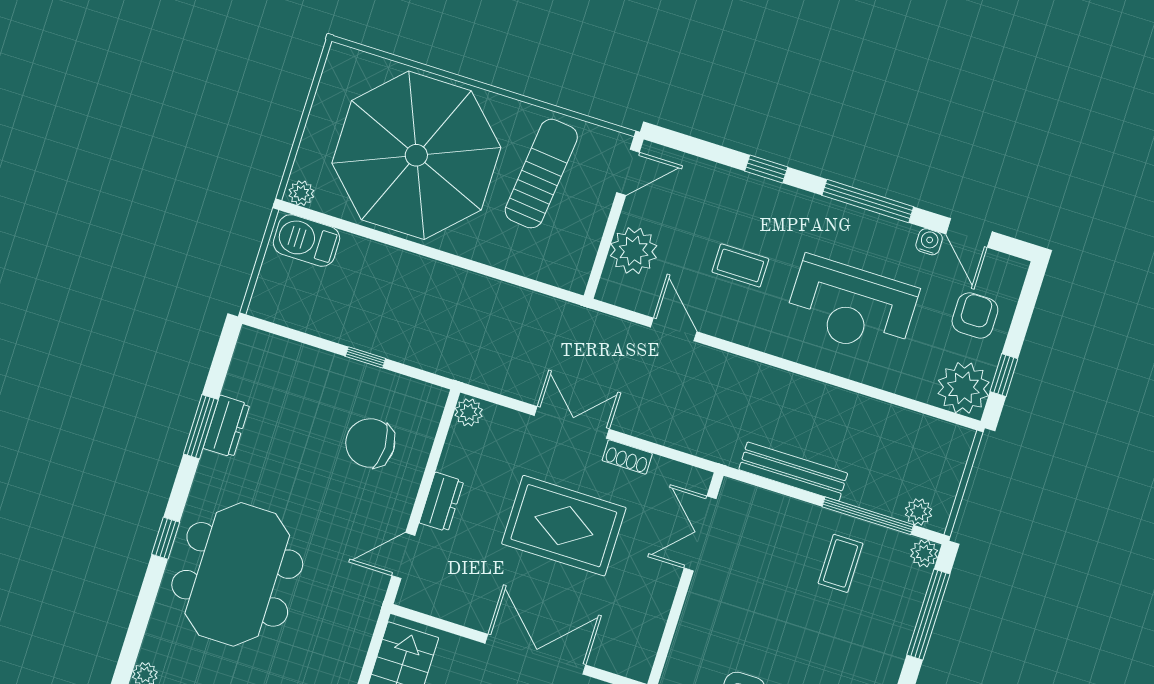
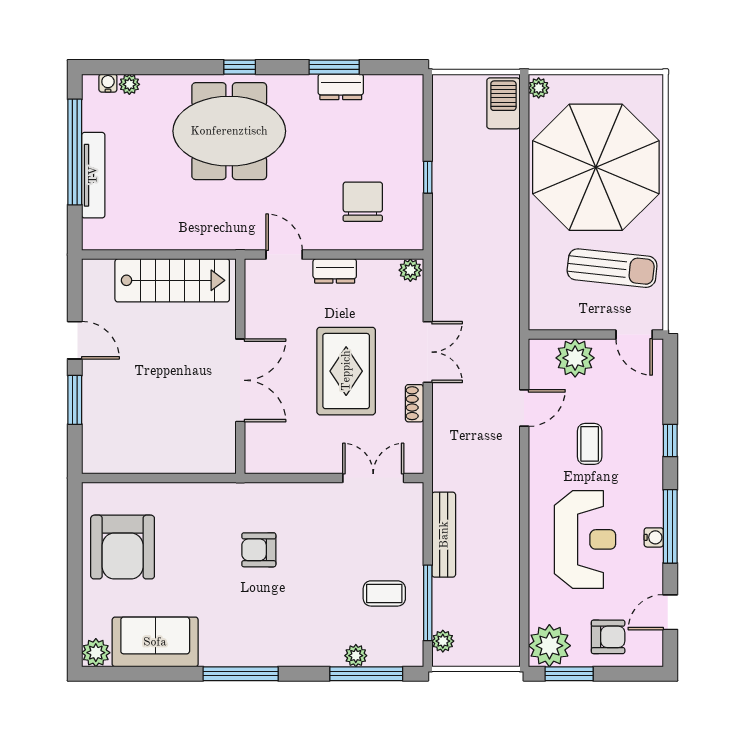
water cooler: (929, 242) -> (654, 537), moved
reception desk: (851, 306) -> (585, 539), turned 180
window: (1004, 375) -> (569, 674), width x1.50
plant: (924, 553) -> (356, 656), moved

